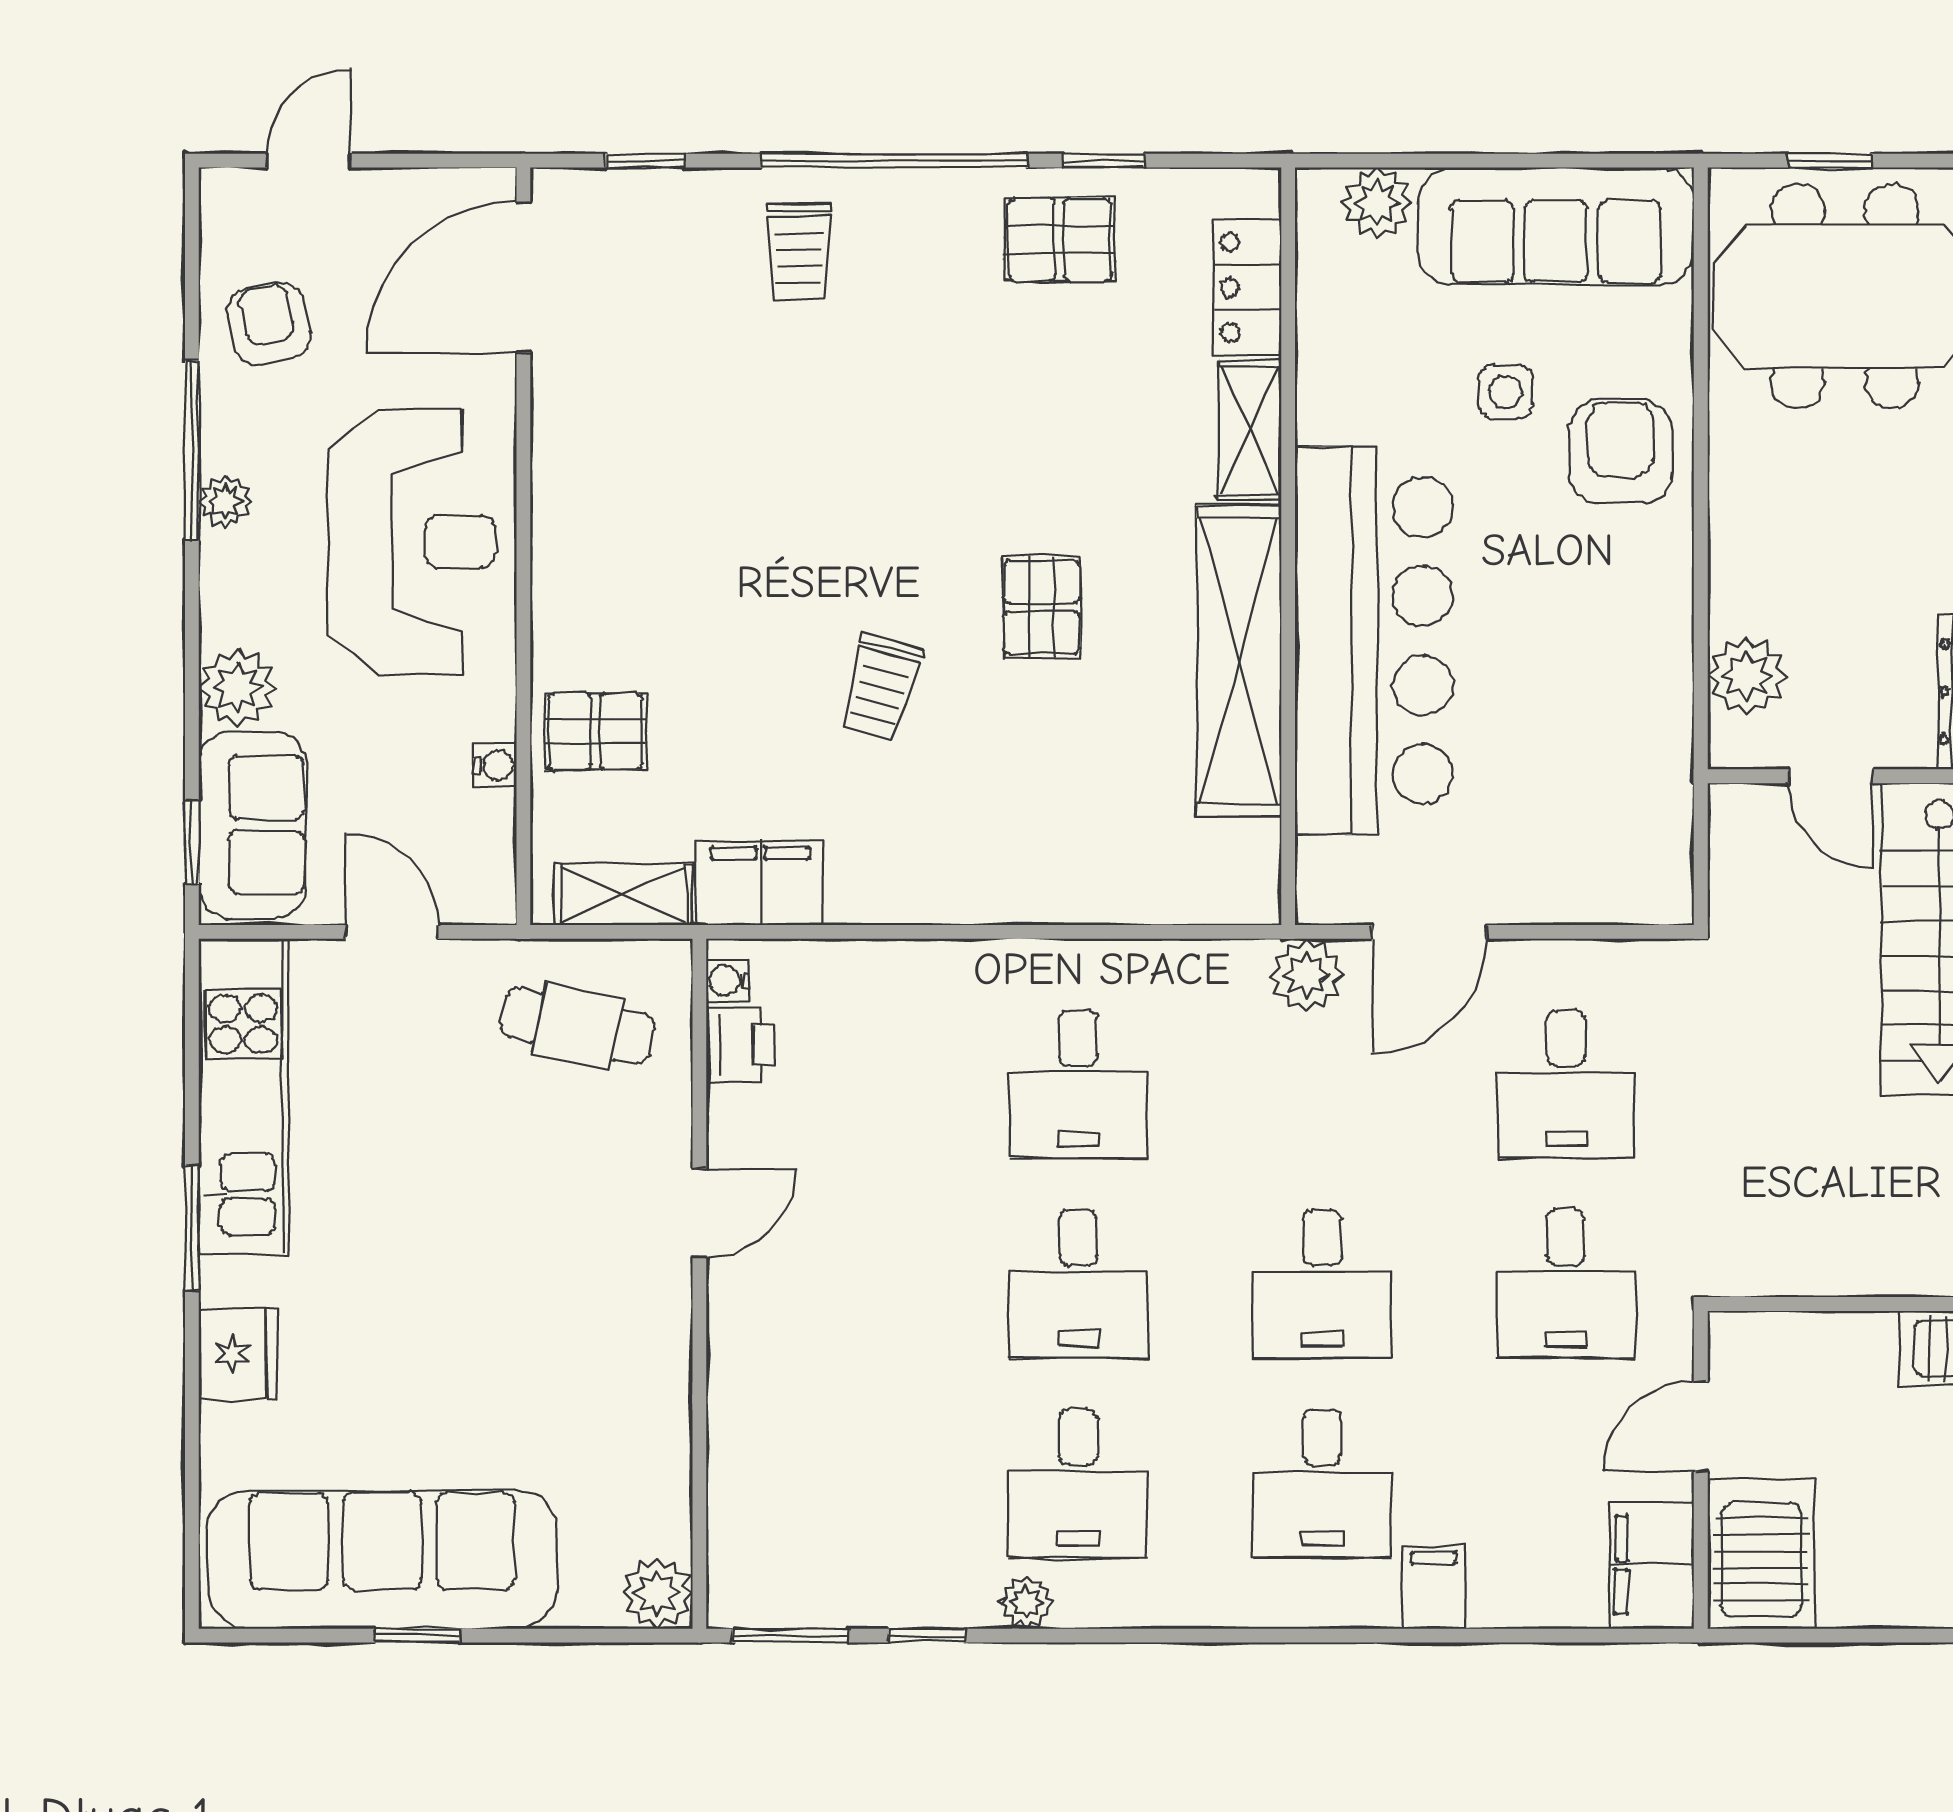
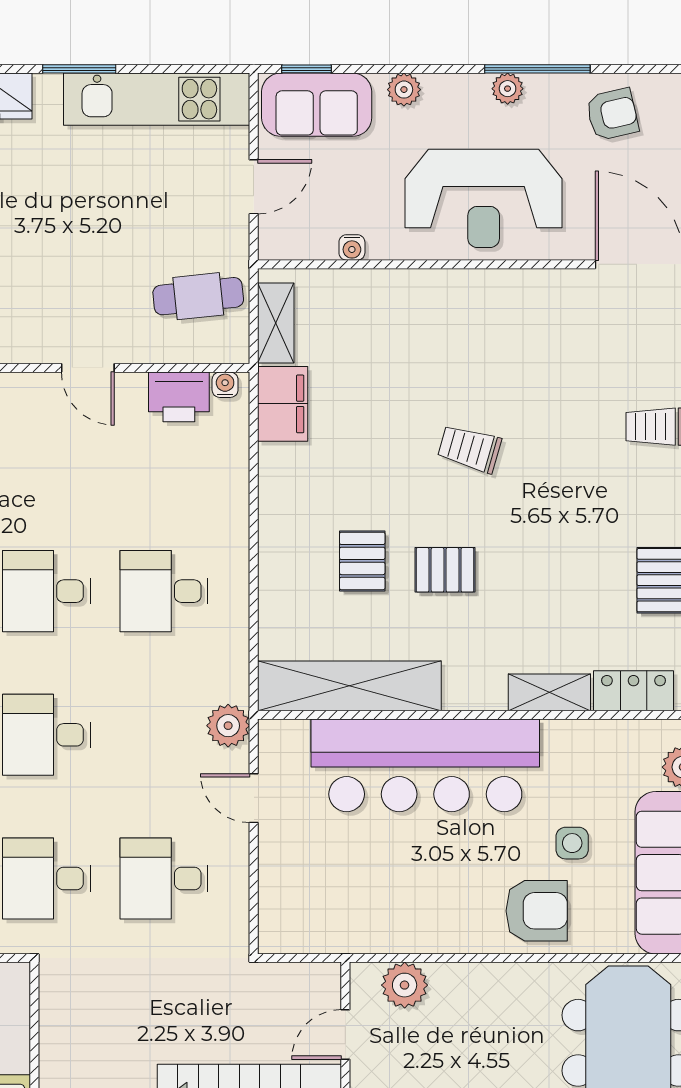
shelving: (1239, 661) -> (349, 686), moved
plant: (238, 688) -> (404, 90), width x0.73, depth x0.73
trolley: (880, 688) -> (469, 449), moved
pallet: (596, 731) -> (362, 561), moved
door: (1429, 932) -> (254, 798), width x0.73
cafe table: (578, 1026) -> (198, 296), turned 72
printer: (740, 1045) -> (179, 397), width x1.36, depth x1.24

